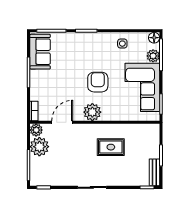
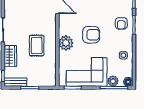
armchair: (84, 46) -> (121, 23), added
plant: (92, 112) -> (66, 43), moved
wardrobe: (123, 178) -> (10, 56), added

